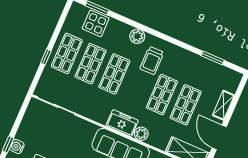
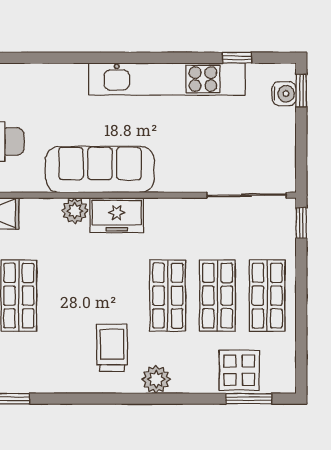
window: (46, 57) -> (301, 223), moved
shop shelf: (162, 95) -> (68, 296), removed

